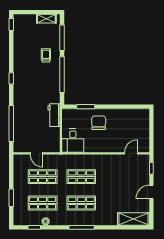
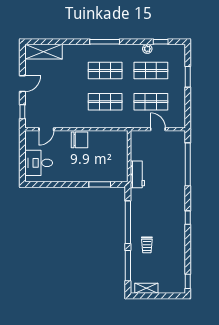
chair: (99, 123) -> (80, 140), moved, turned -90
desk: (73, 141) -> (39, 163), moved, turned -90

